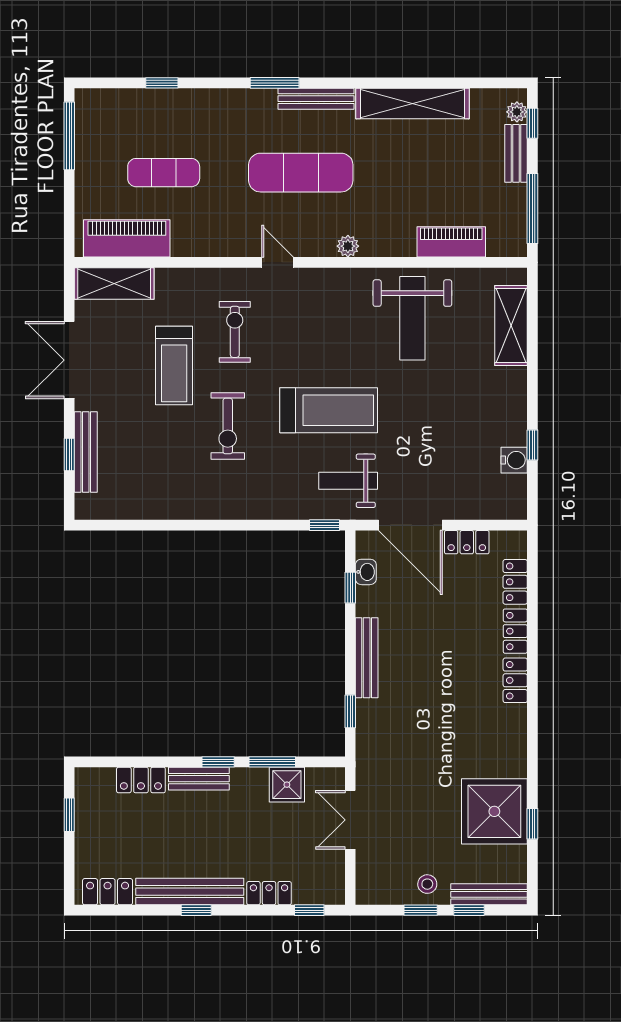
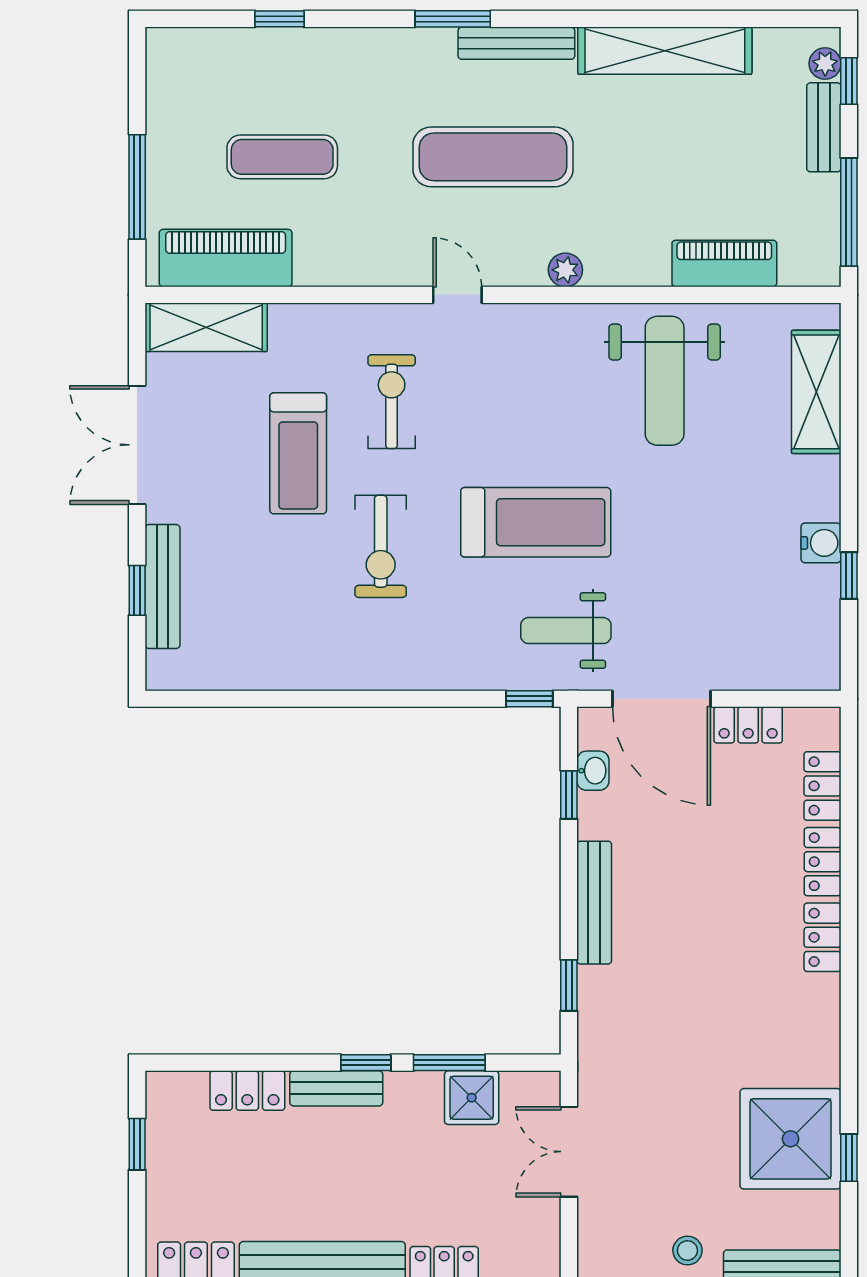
window: (69, 136) -> (137, 187), moved
water cooler: (514, 460) -> (821, 543), moved

